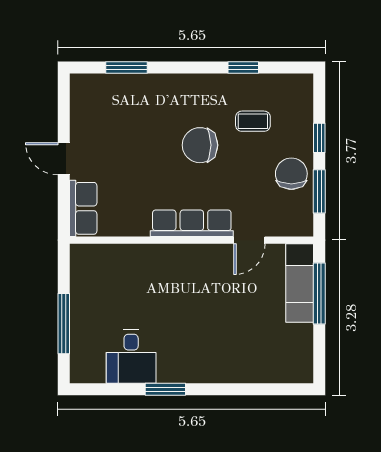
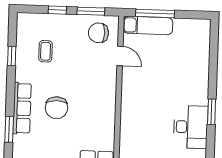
chair: (200, 145) -> (56, 108), moved
chair: (291, 174) -> (98, 33), moved
row of seats: (192, 223) -> (22, 108), moved, turned 180
desk: (131, 357) -> (191, 127), width x1.37

